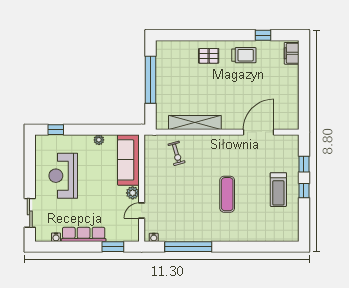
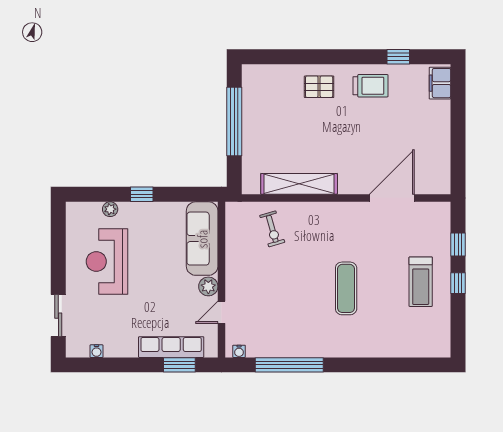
window: (56, 130) -> (142, 194), moved
plant: (99, 140) -> (110, 209), moved
row of seats: (84, 234) -> (171, 347), moved

